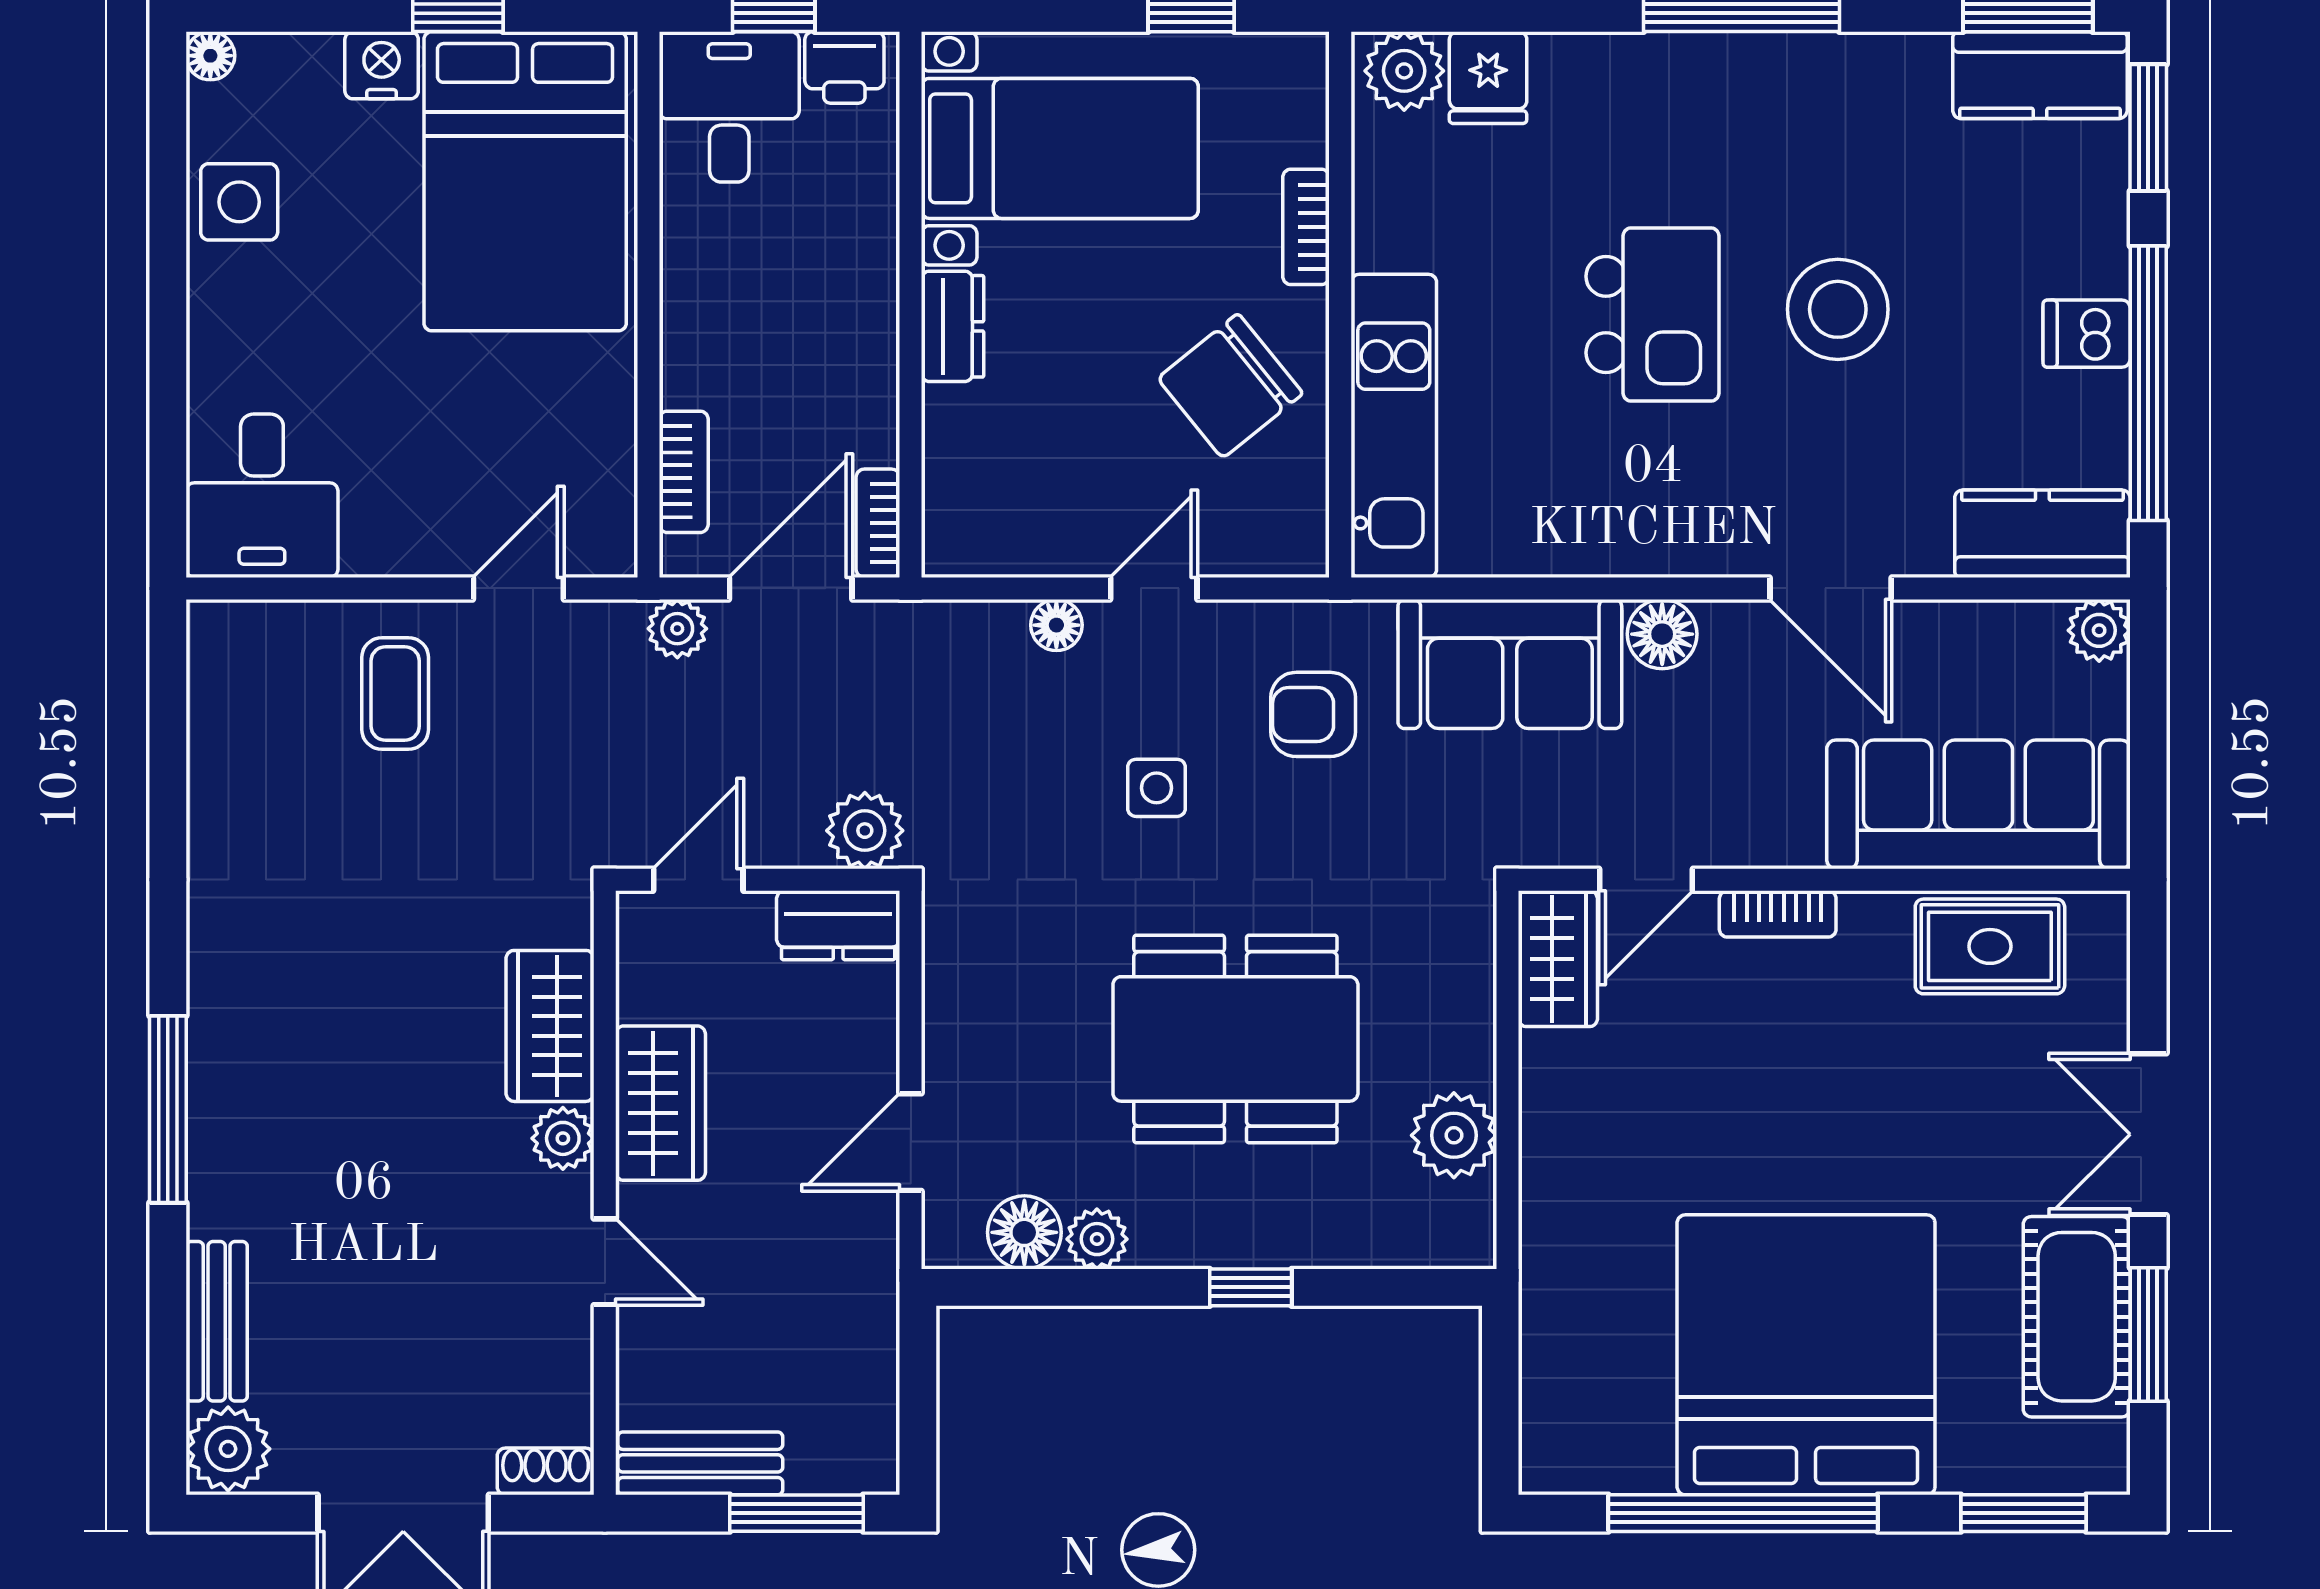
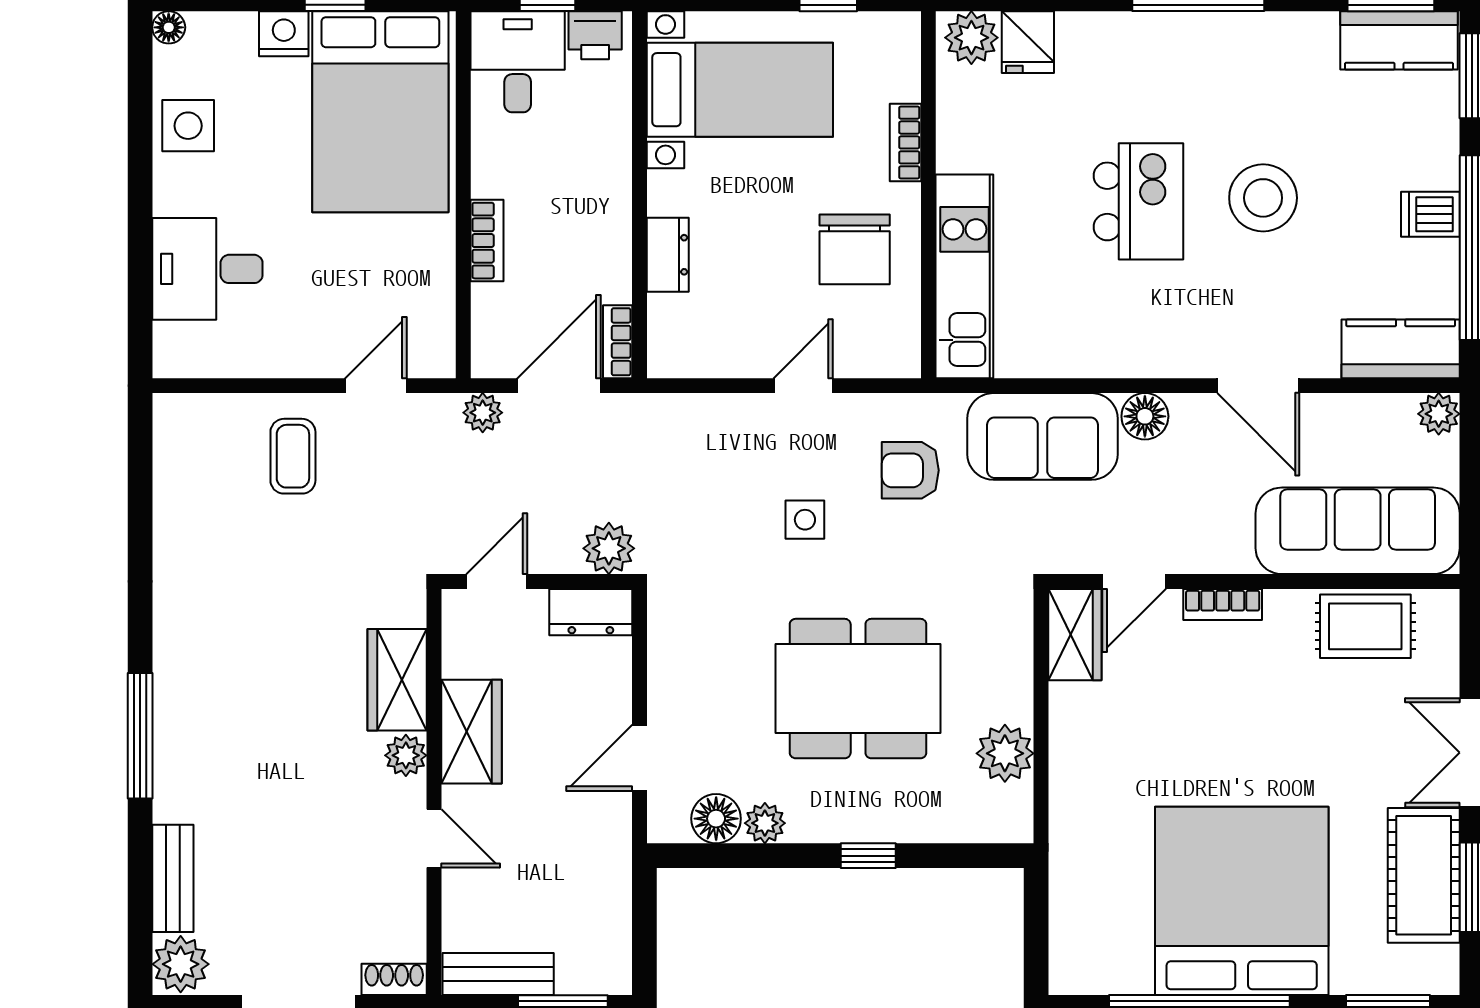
dresser: (953, 326) -> (668, 255), moved
chair: (1230, 386) -> (855, 249), turned -51
bookcase: (684, 472) -> (487, 241), moved
desk: (262, 496) -> (207, 269), moved, turned 90
floor lamp: (1056, 625) -> (738, 410), removed

